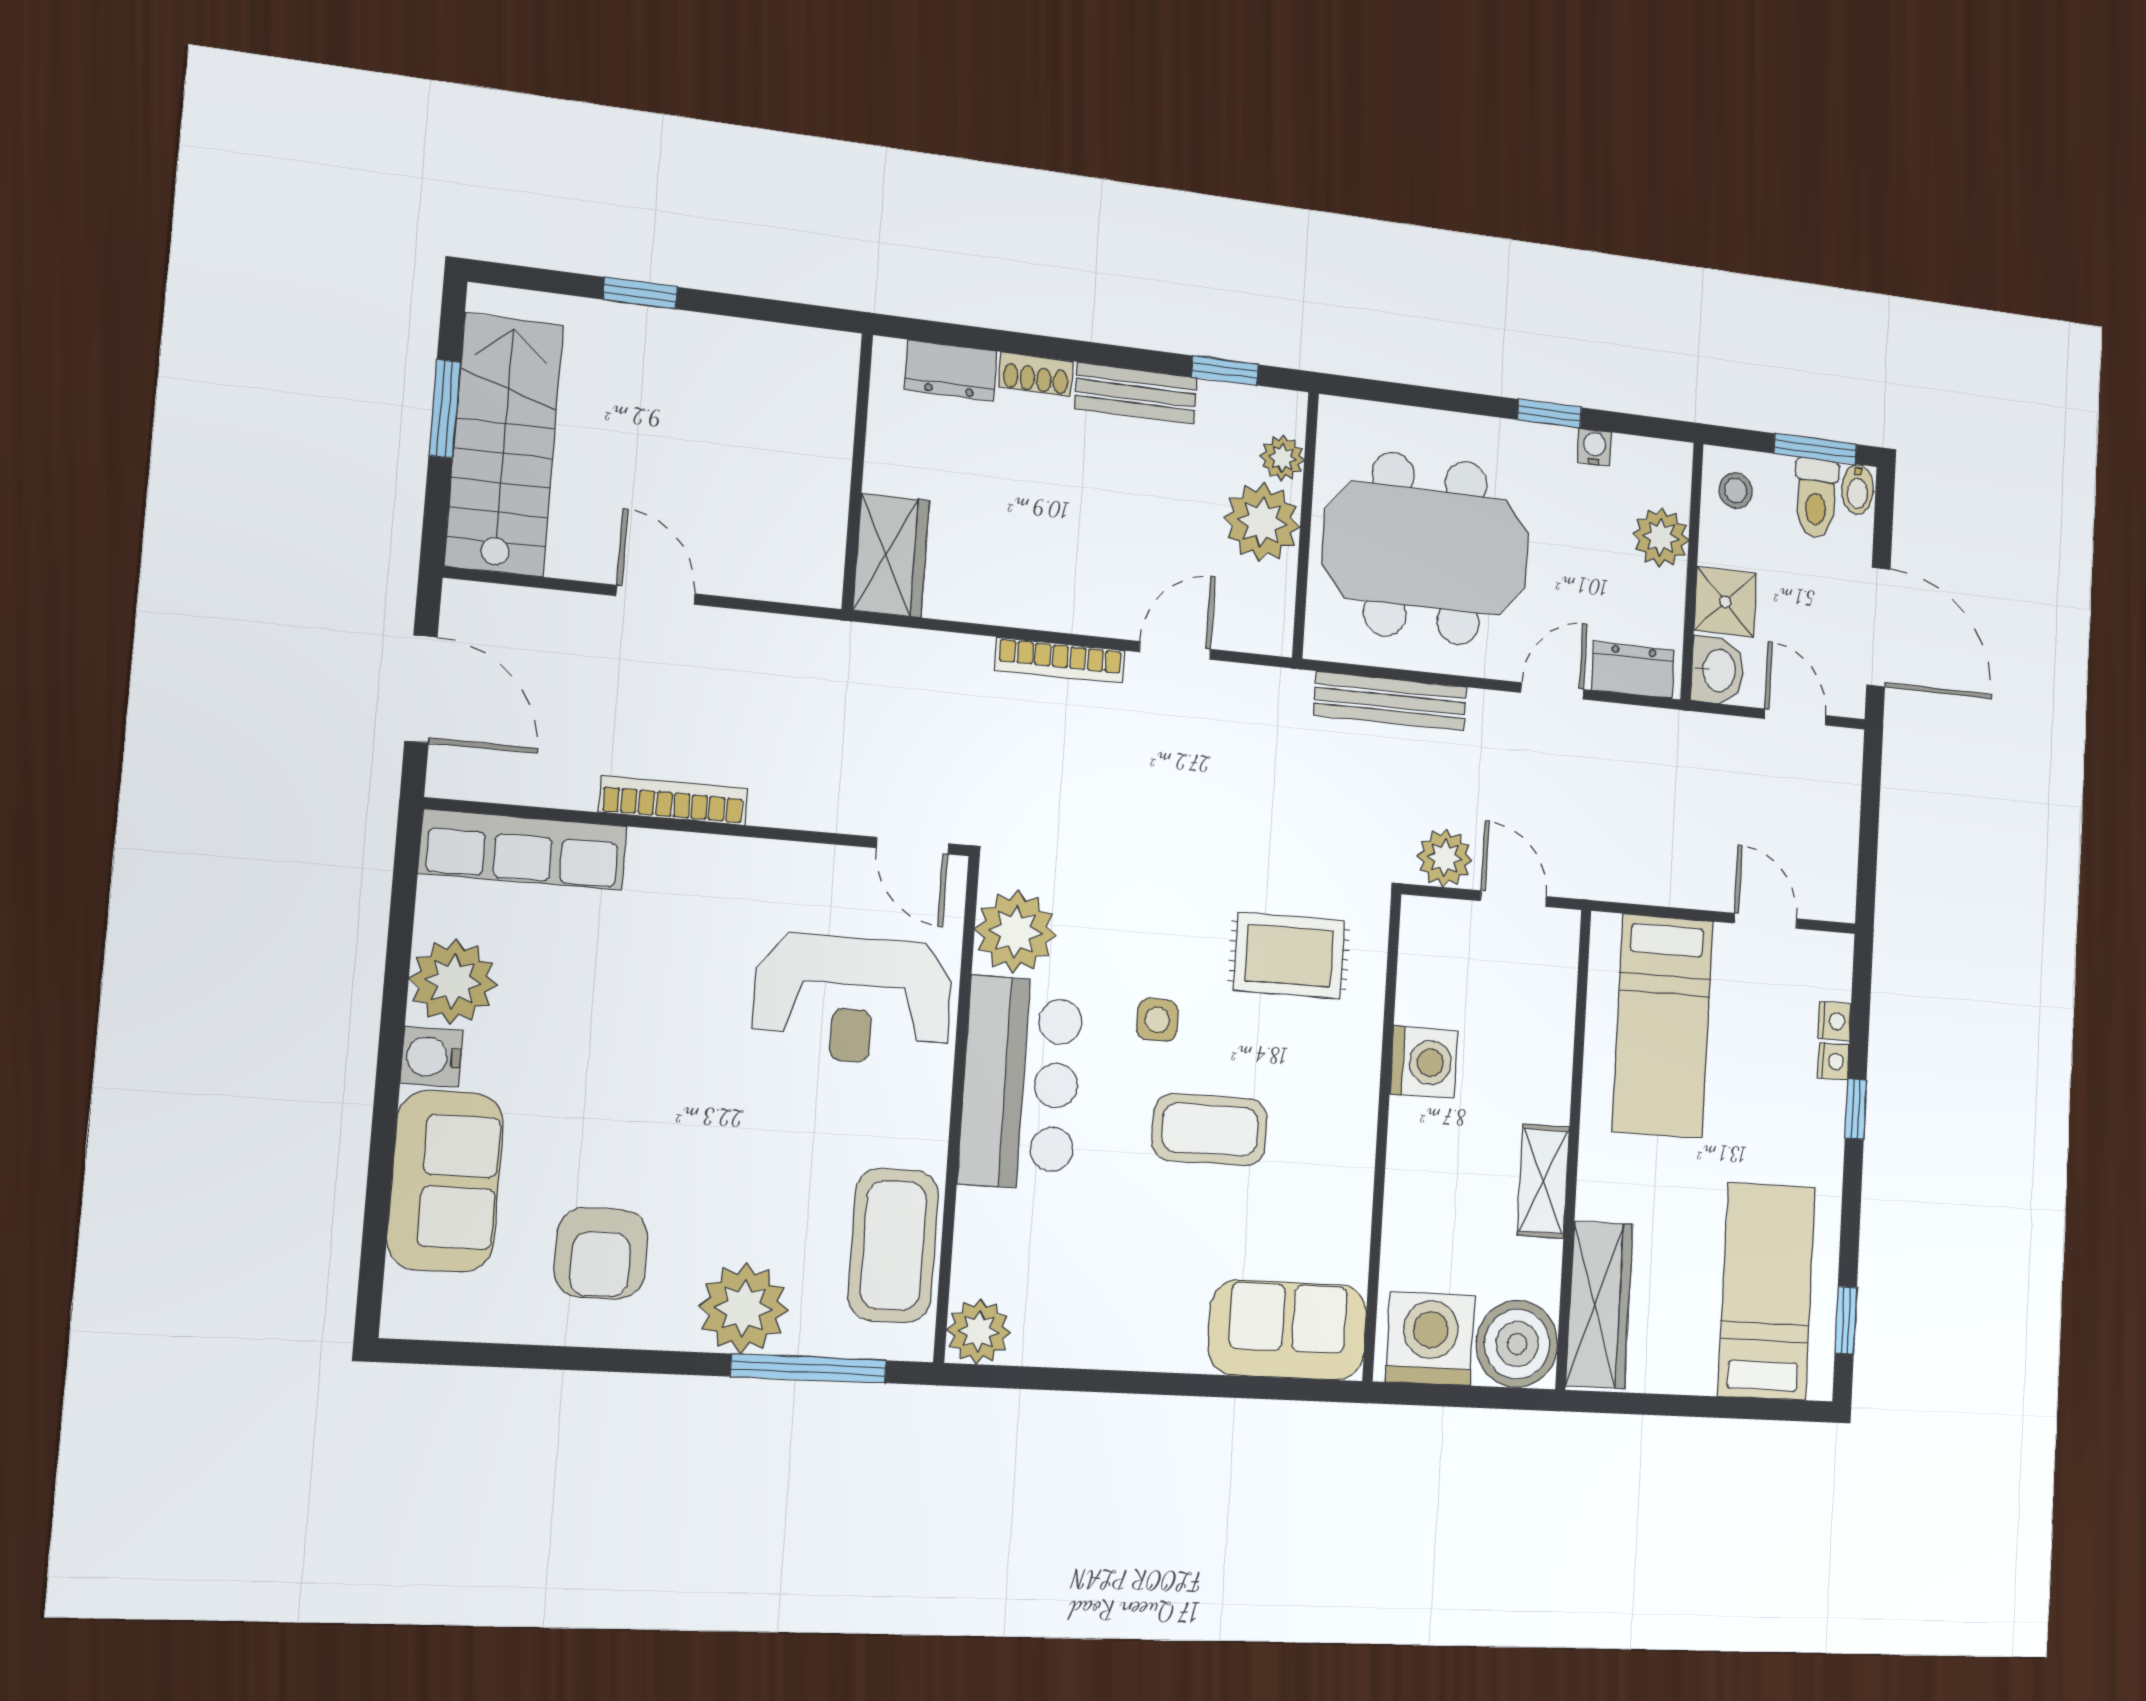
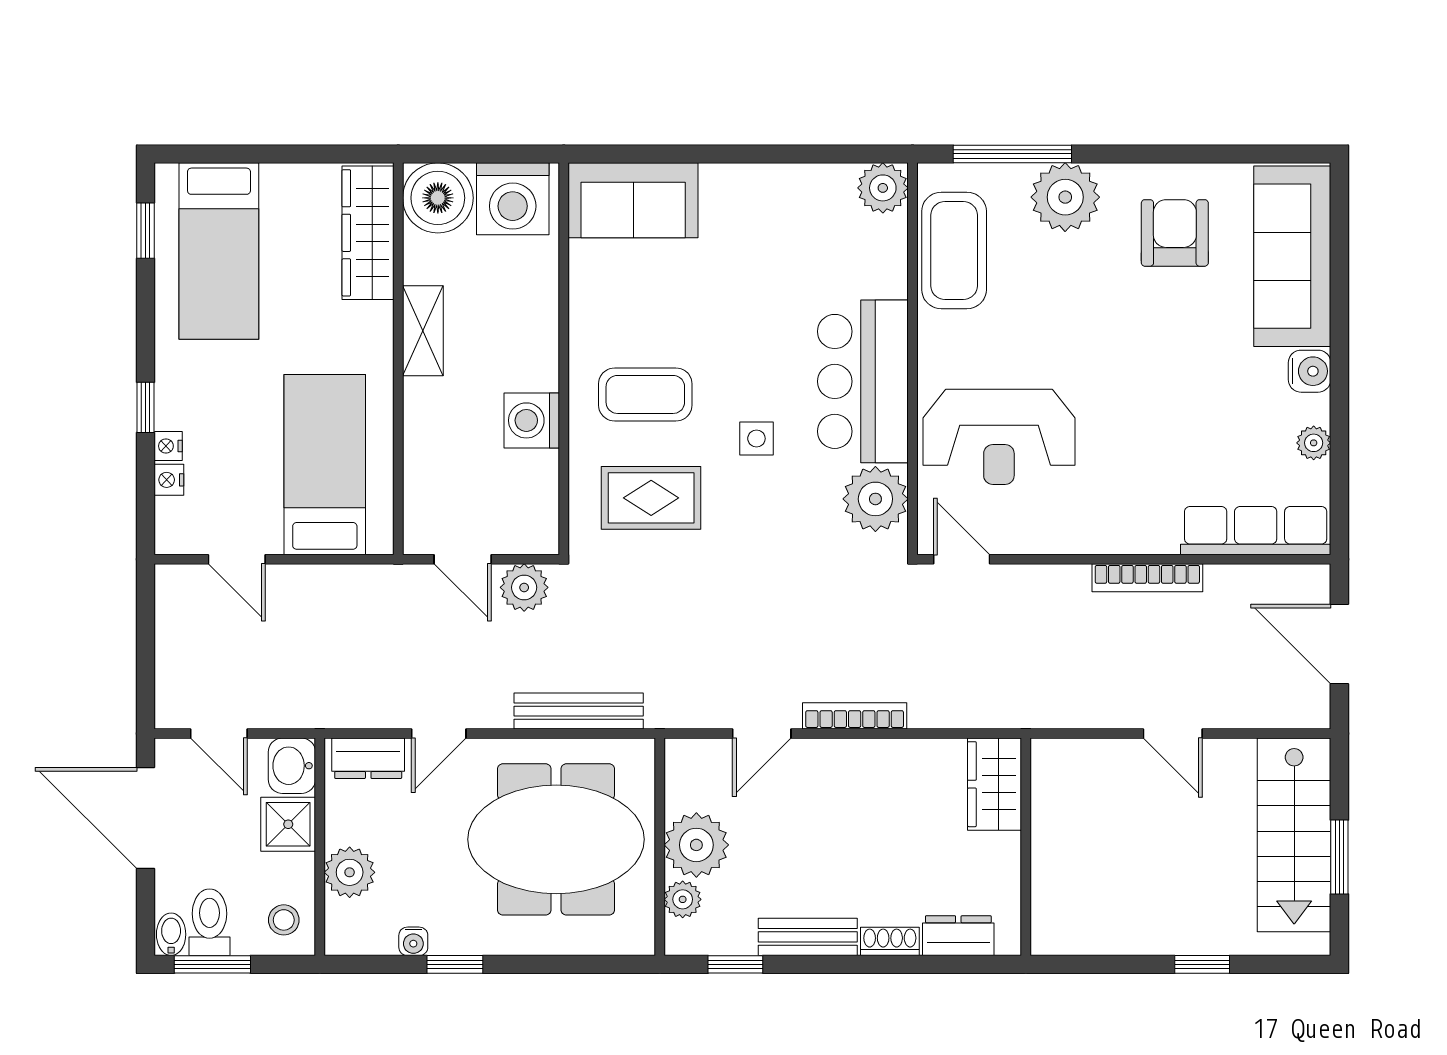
plant: (453, 982) -> (1314, 443), width x0.53, depth x0.53
reception desk: (853, 999) -> (999, 437), turned 180
coffee table: (1210, 1130) -> (645, 394), moved
sofa: (445, 1181) -> (1292, 256), width x1.36

